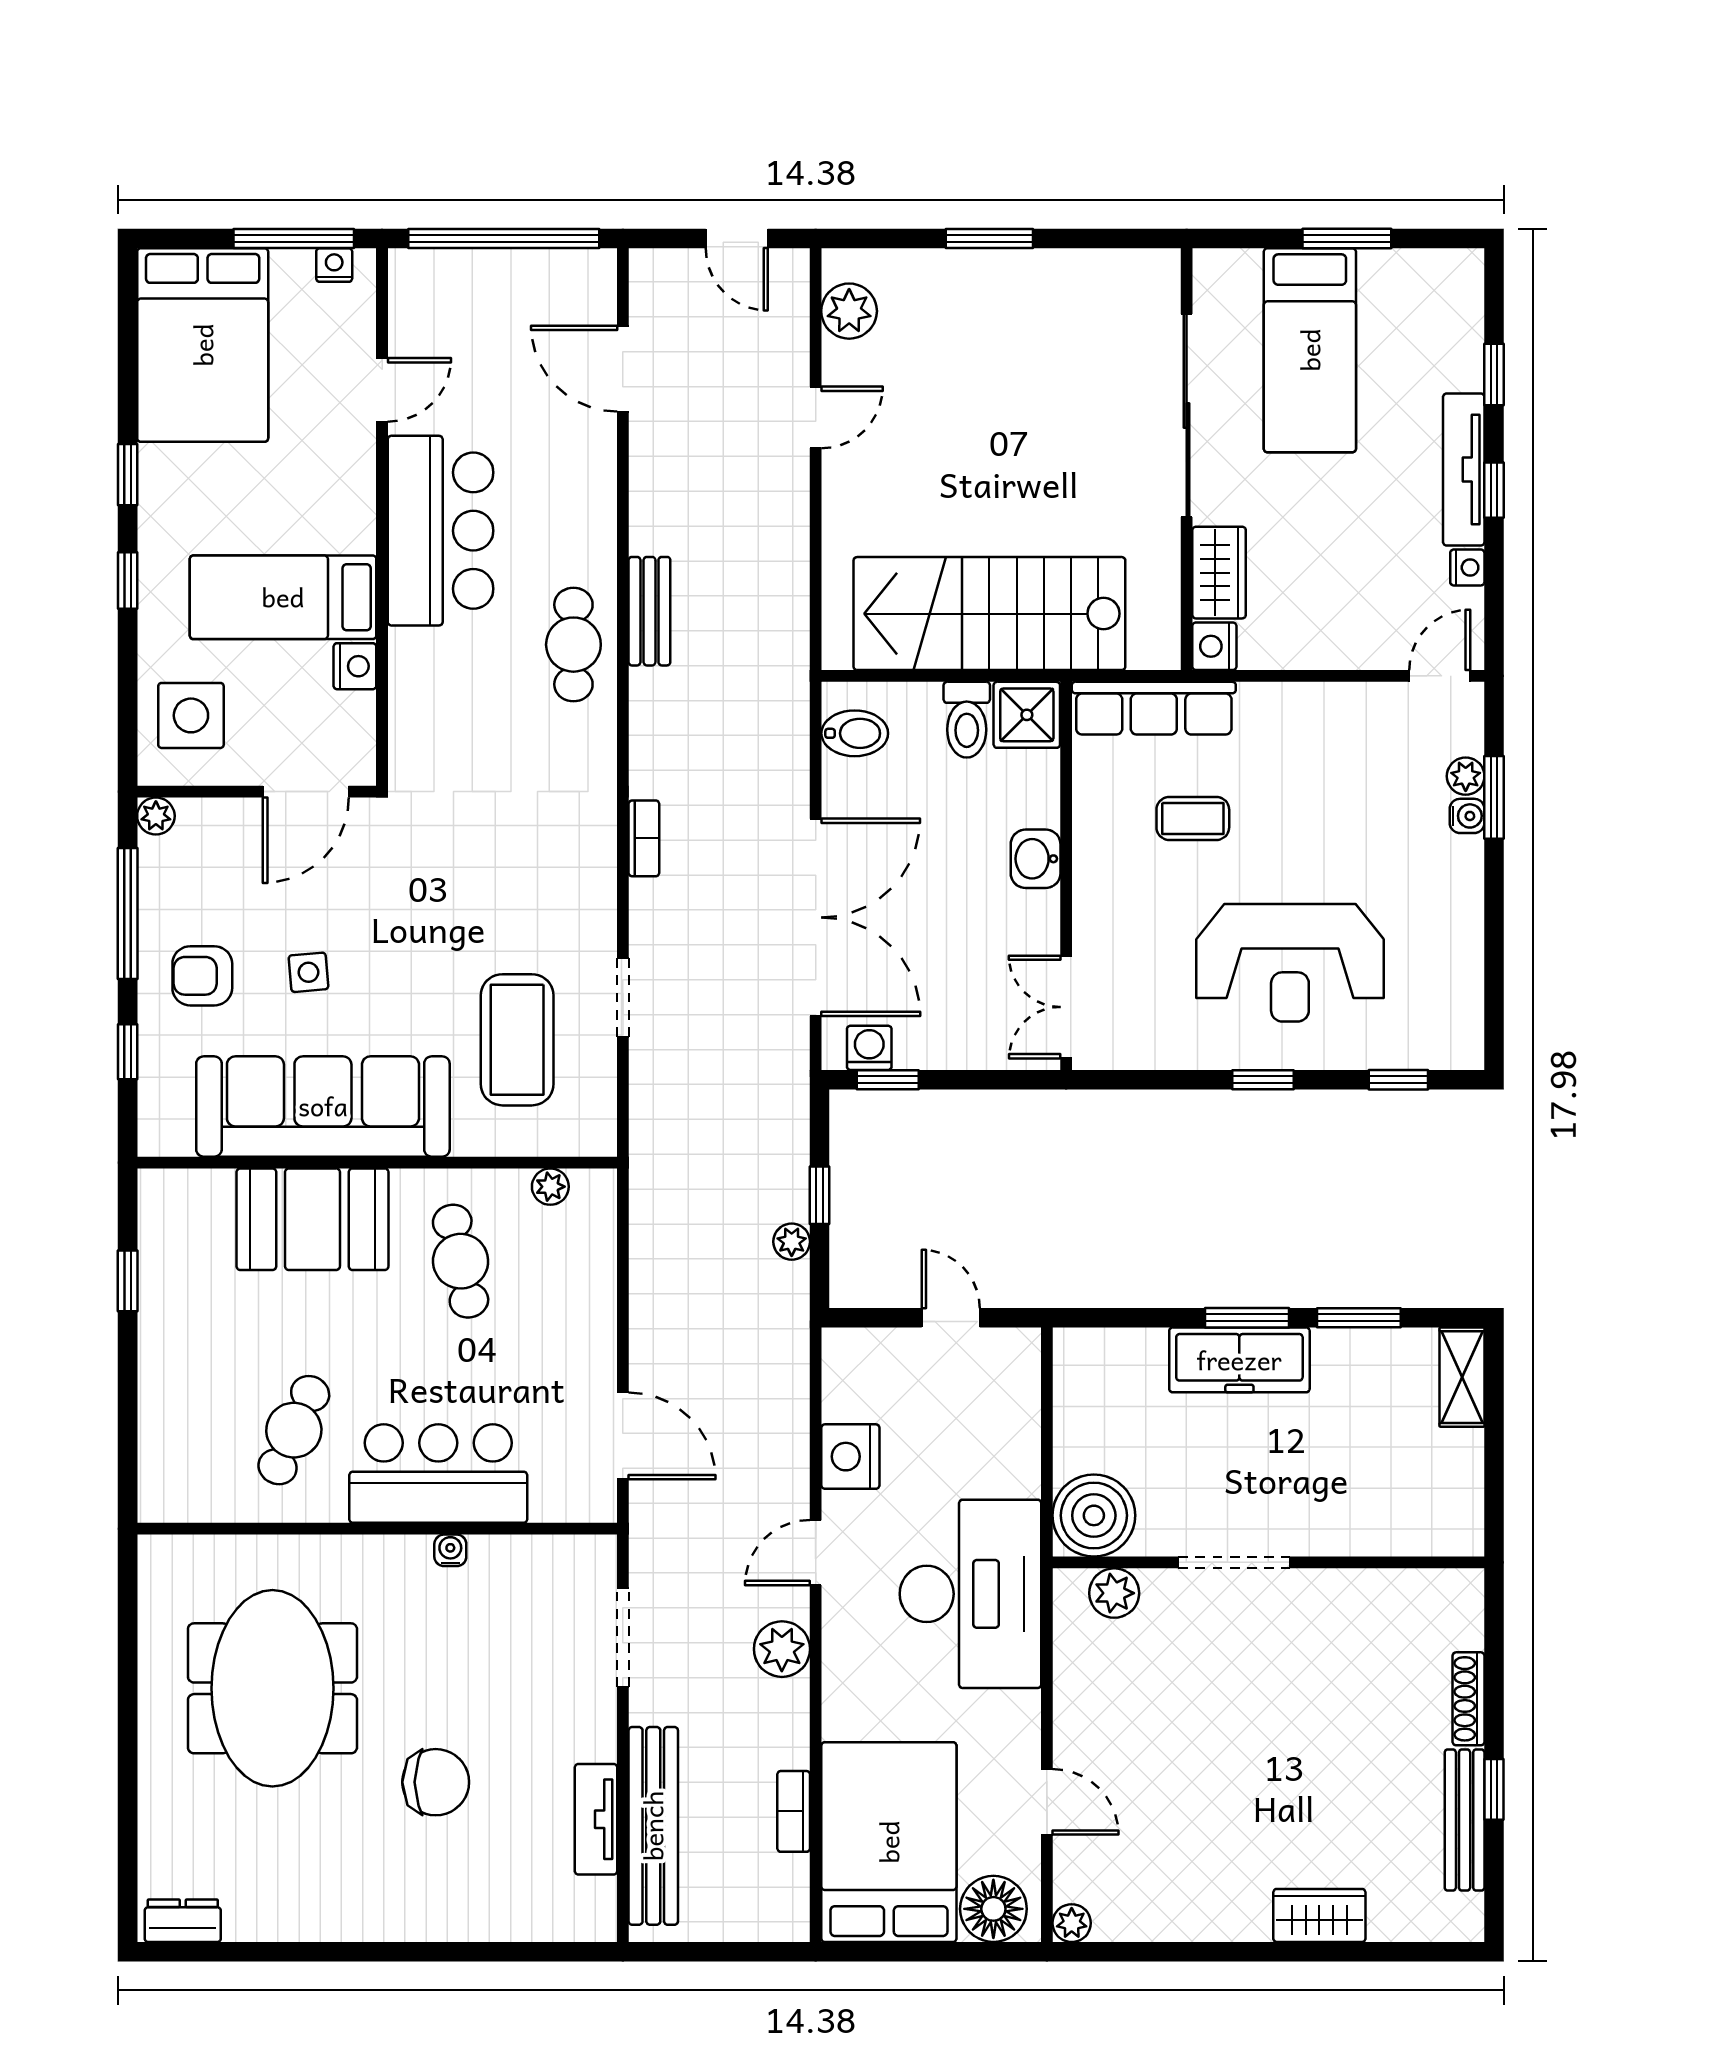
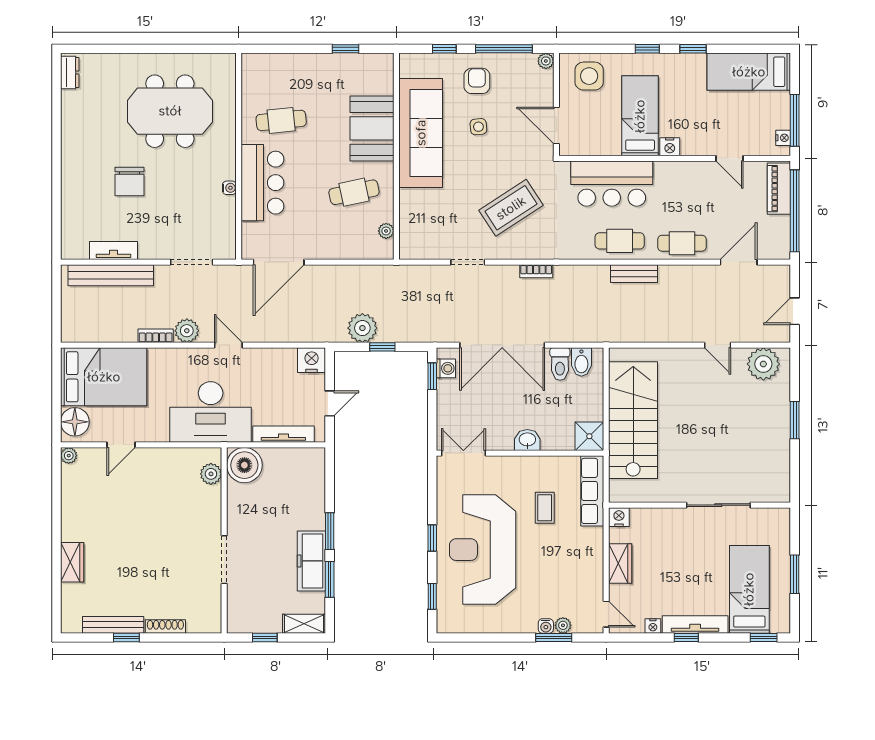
piano: (452, 275) -> (779, 189), added
plant: (849, 311) -> (763, 364), width x1.36, depth x1.36
bed: (203, 345) -> (749, 72), width x0.67
bed: (1310, 350) -> (749, 589), moved, turned 90
window: (1494, 375) -> (764, 638), moved
sliding door: (1187, 416) -> (718, 505), width x0.73
cafe table: (579, 500) -> (682, 243), added
bar counter: (441, 531) -> (612, 184), moved
wardrobe: (1219, 573) -> (620, 563), moved, turned -90
nightstand: (355, 666) -> (670, 147), moved
toilet: (967, 720) -> (560, 364), moved, turned -90
reception desk: (1290, 963) -> (483, 550), width x1.36, depth x1.30
coffee table: (517, 1040) -> (511, 208), moved, turned -33
plant: (792, 1242) -> (362, 328), width x1.87, depth x1.87
freezer: (1239, 1360) -> (311, 561), moved
tv unit: (1022, 1425) -> (283, 434), added
cafe table: (294, 1430) -> (281, 120), turned -30
door: (623, 1436) -> (279, 262), width x1.36
nightstand: (850, 1457) -> (312, 360), moved
window: (1494, 1468) -> (265, 638), added
doorway: (1234, 1562) -> (224, 560), moved
bookcase: (794, 1811) -> (156, 336), moved

